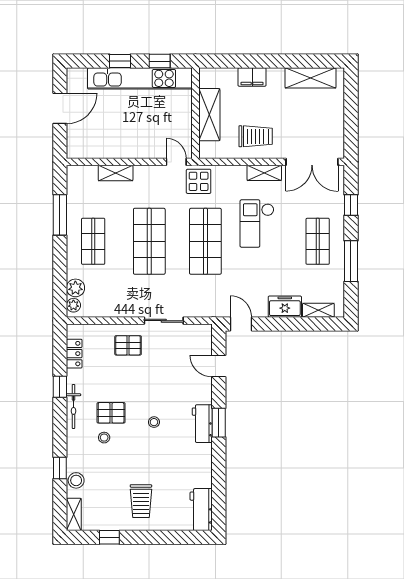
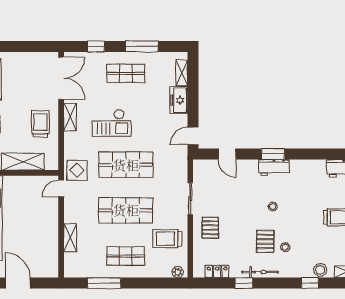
plant: (75, 288) -> (164, 270), removed
trolley: (114, 293) -> (167, 239), added
door: (219, 366) -> (227, 154), hinge flipped

